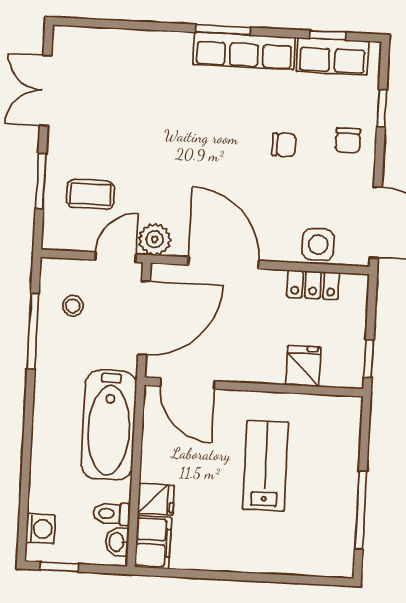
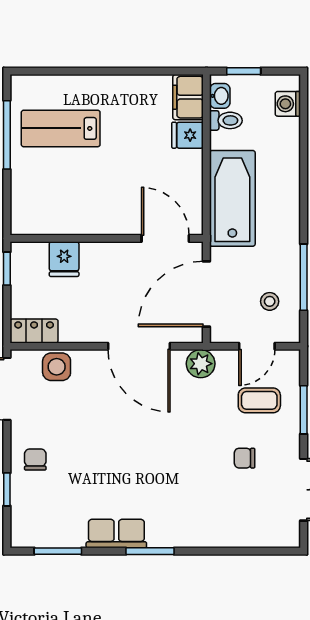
window: (328, 35) -> (58, 551), width x1.50
row of seats: (244, 51) -> (116, 534), width x0.68
row of seats: (332, 56) -> (53, 533), removed
chair: (284, 145) -> (245, 458), moved
door: (115, 257) -> (257, 346), moved
locker: (313, 285) -> (34, 331), moved
lab bench: (266, 466) -> (61, 128), moved, turned 90
window: (59, 567) -> (244, 71), moved

